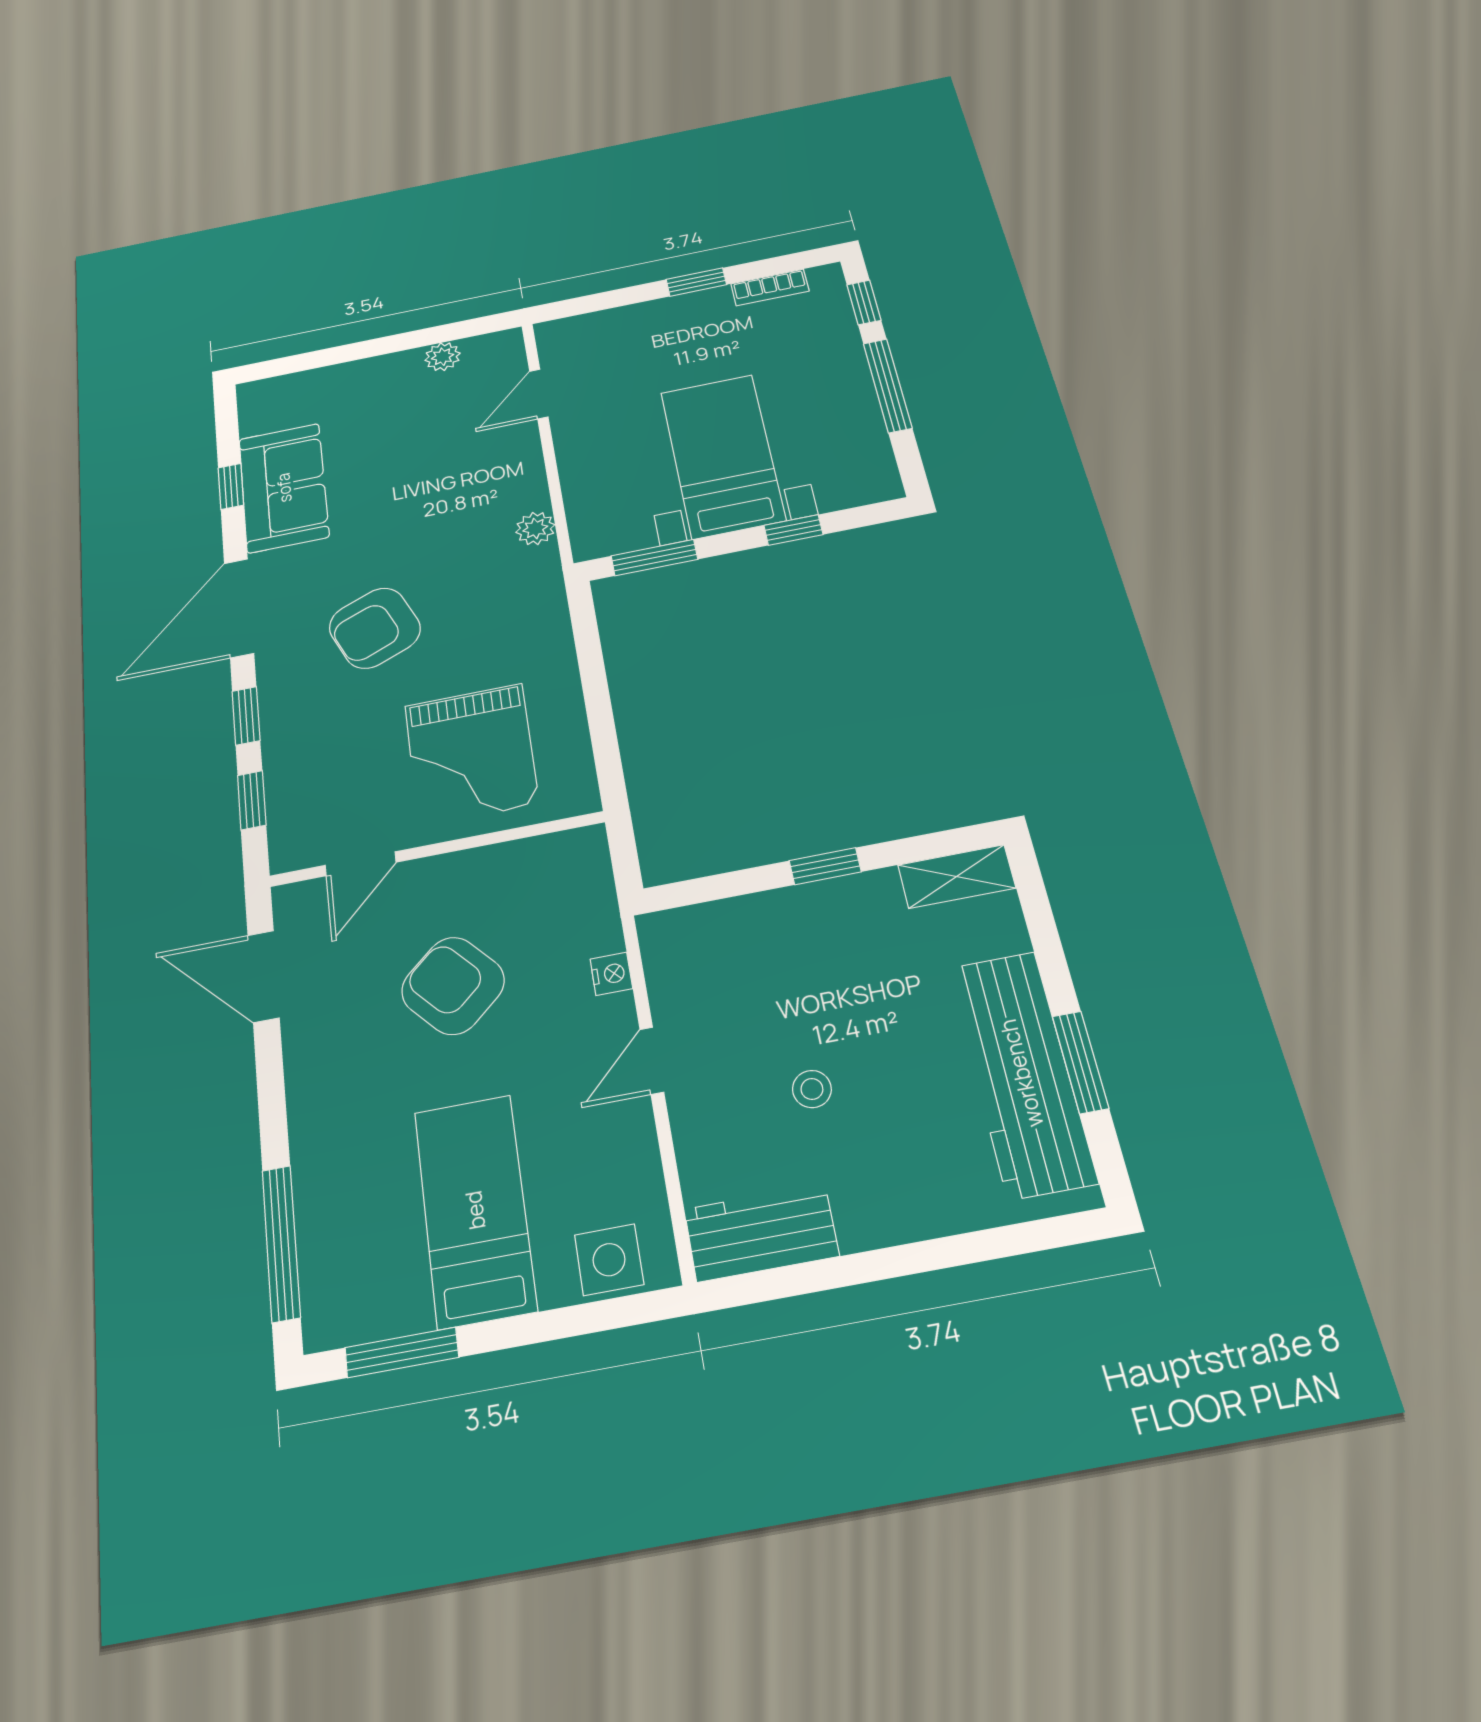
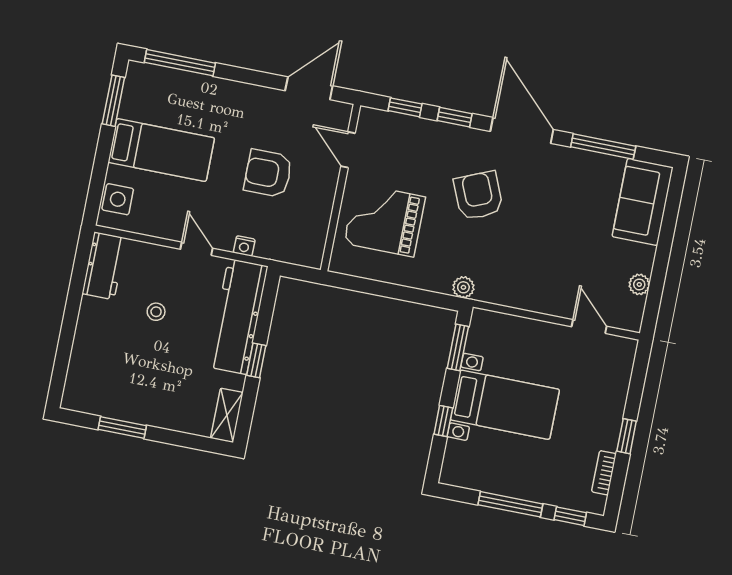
window: (231, 486) -> (603, 147), width x2.17
sofa: (284, 488) -> (643, 202), moved, turned 90
plant: (535, 529) -> (463, 287), moved
armchair: (453, 986) -> (268, 173), turned -138
workbench: (1021, 1073) -> (238, 317), moved, turned -90

